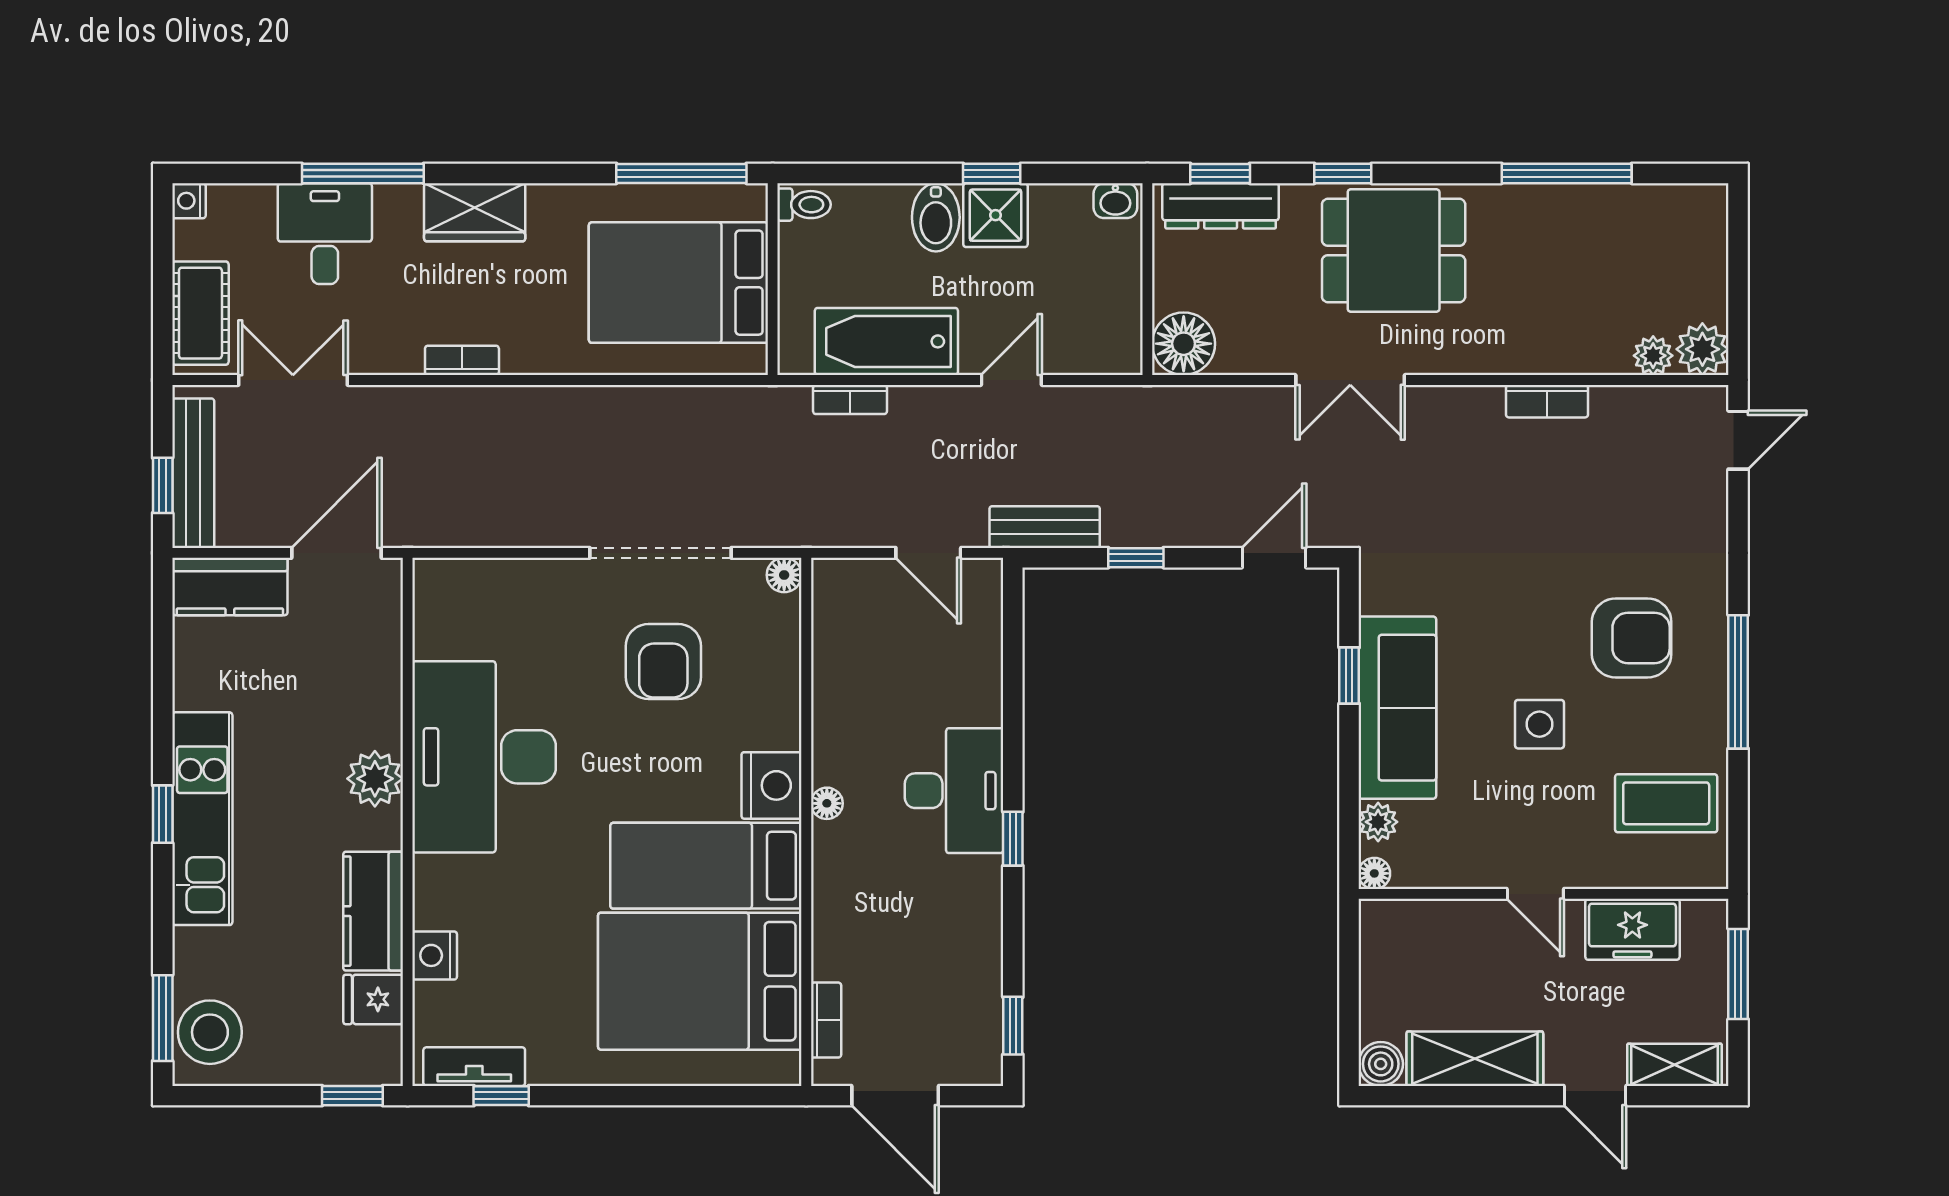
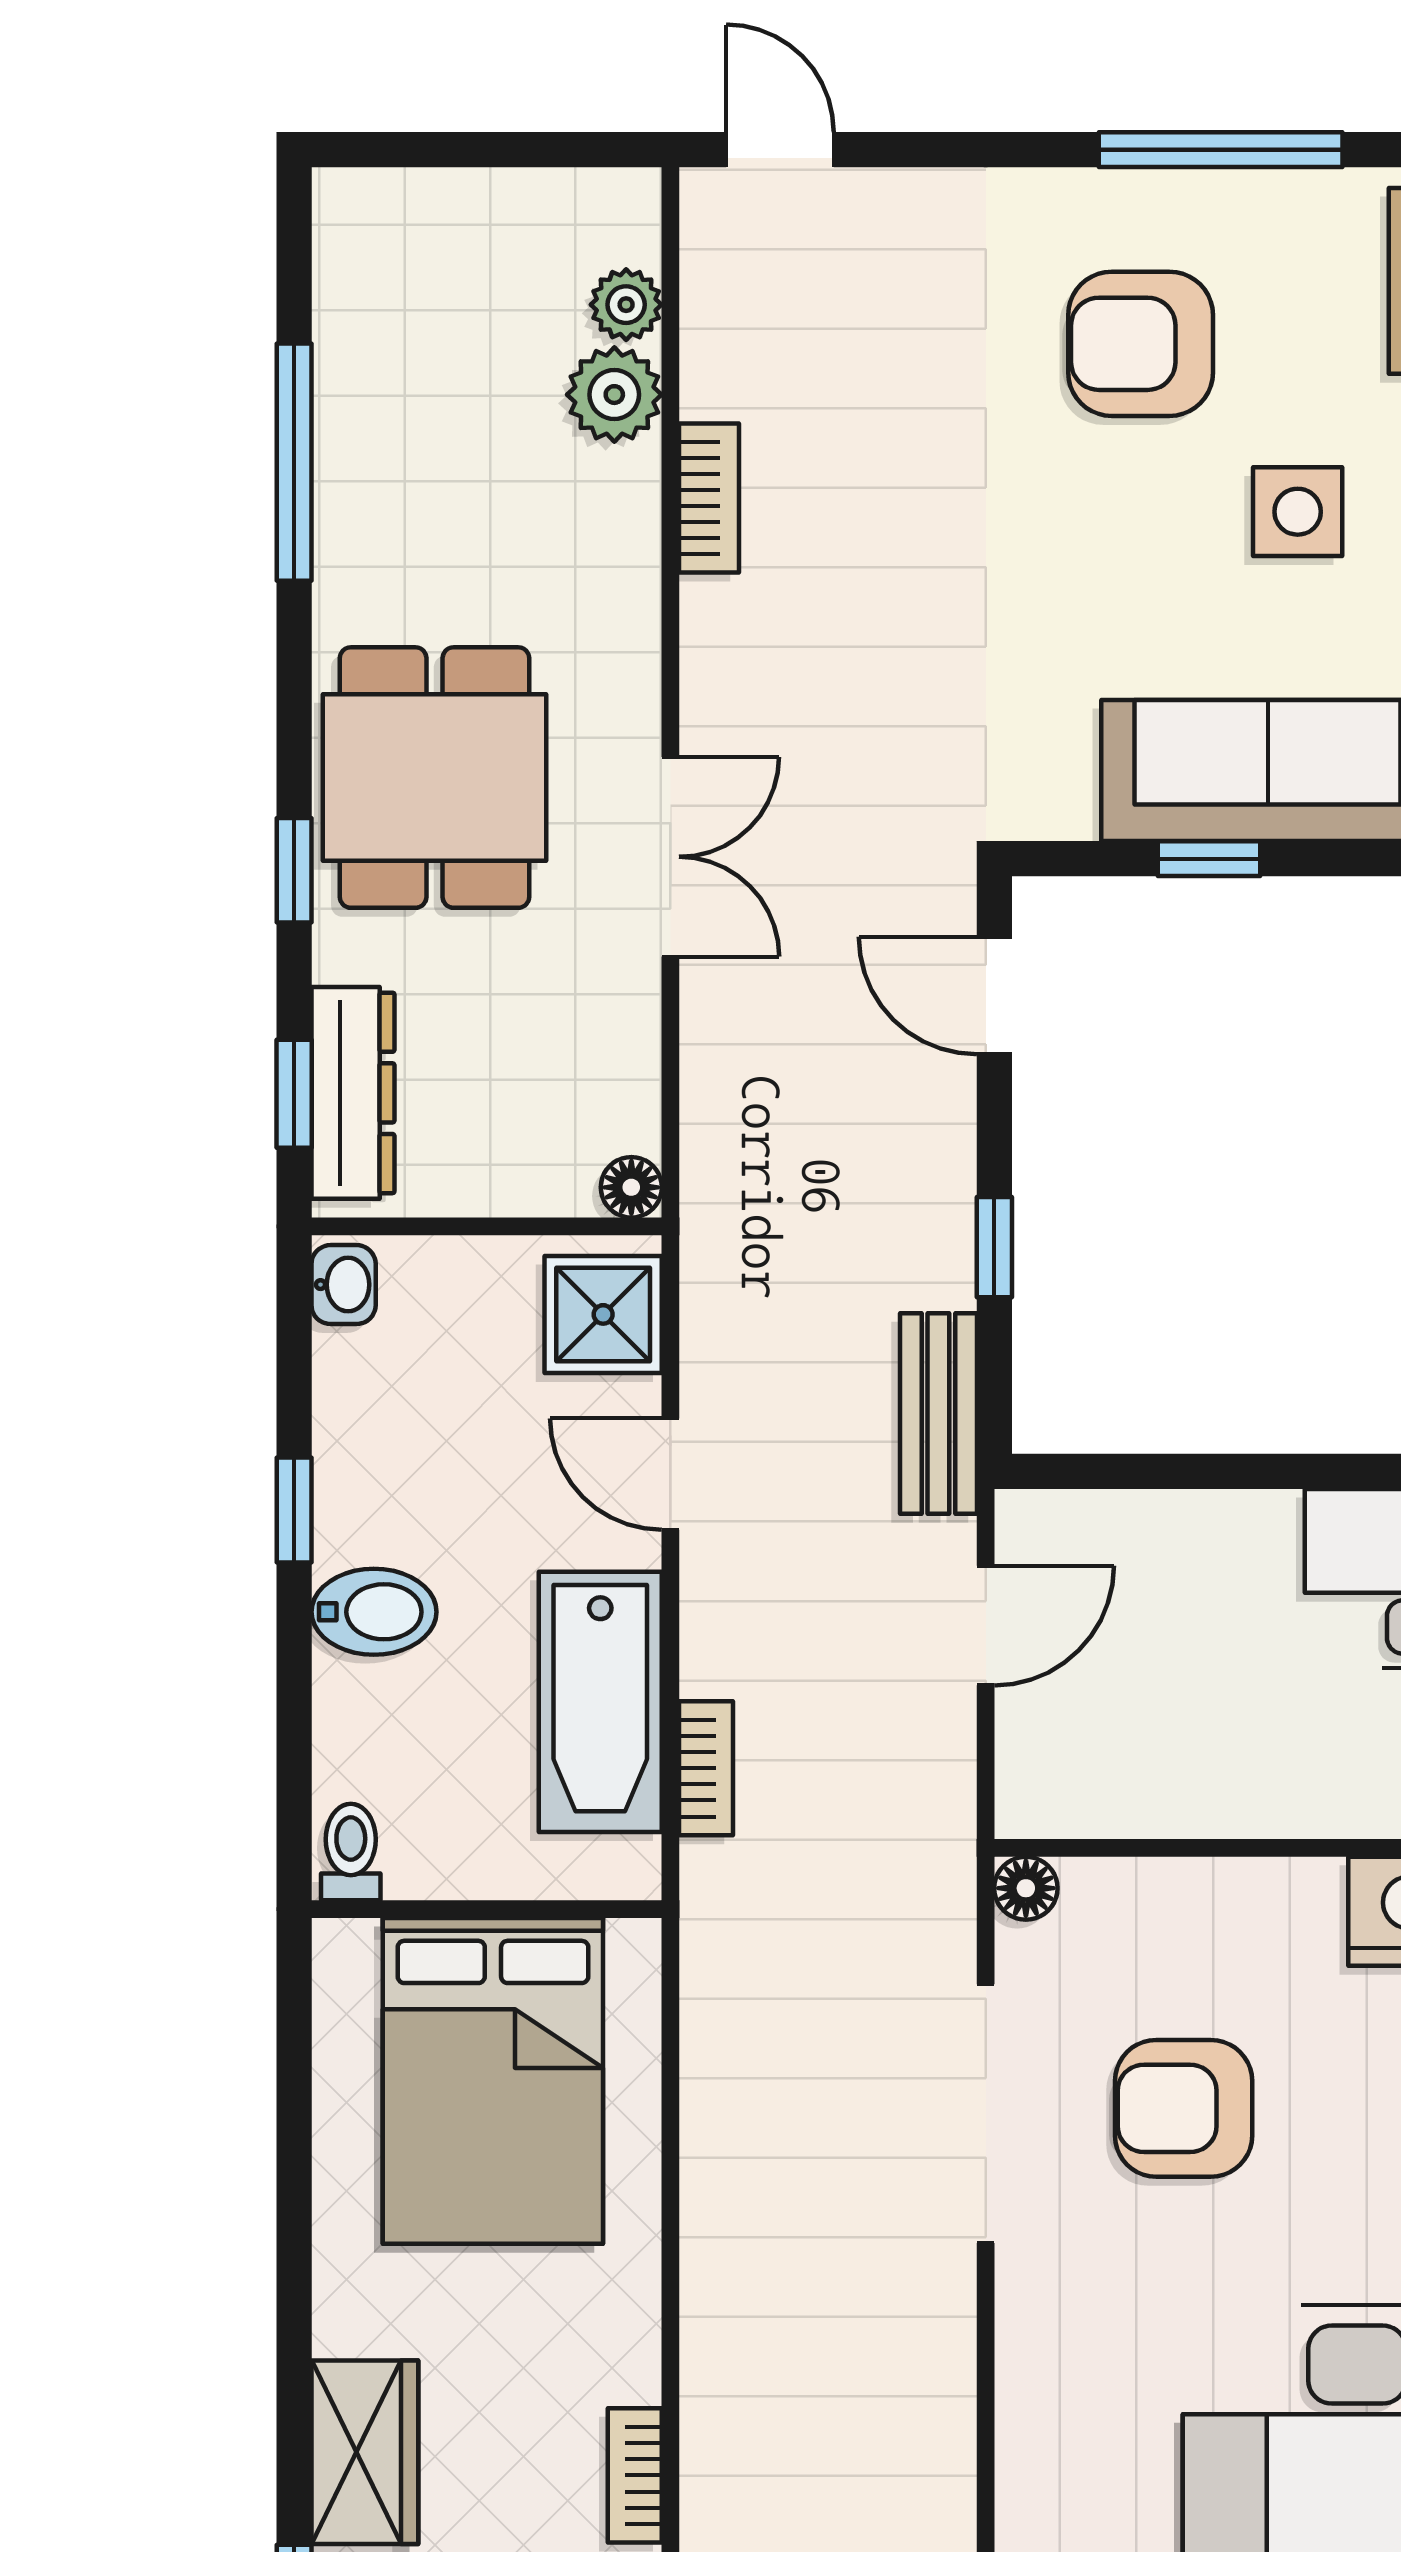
window: (681, 173) -> (294, 2076), removed
shower: (995, 215) -> (603, 1314), moved
floor lamp: (1184, 344) -> (631, 1187), width x0.53, depth x0.53
plant: (1702, 349) -> (614, 395), moved
armchair: (1632, 638) -> (1141, 344), turned -90
armchair: (663, 662) -> (1184, 2108), turned 180

